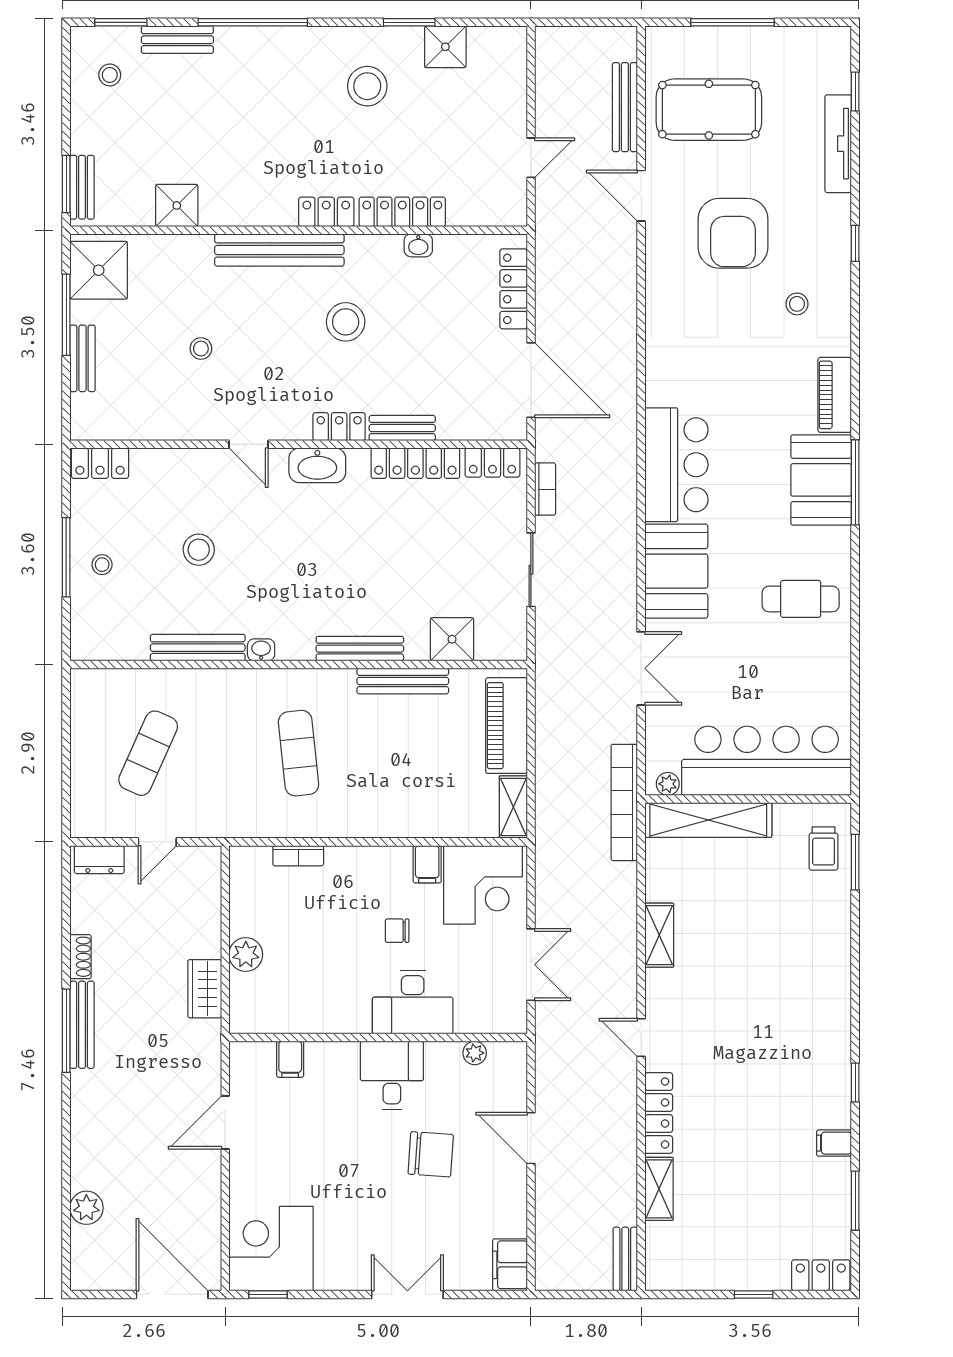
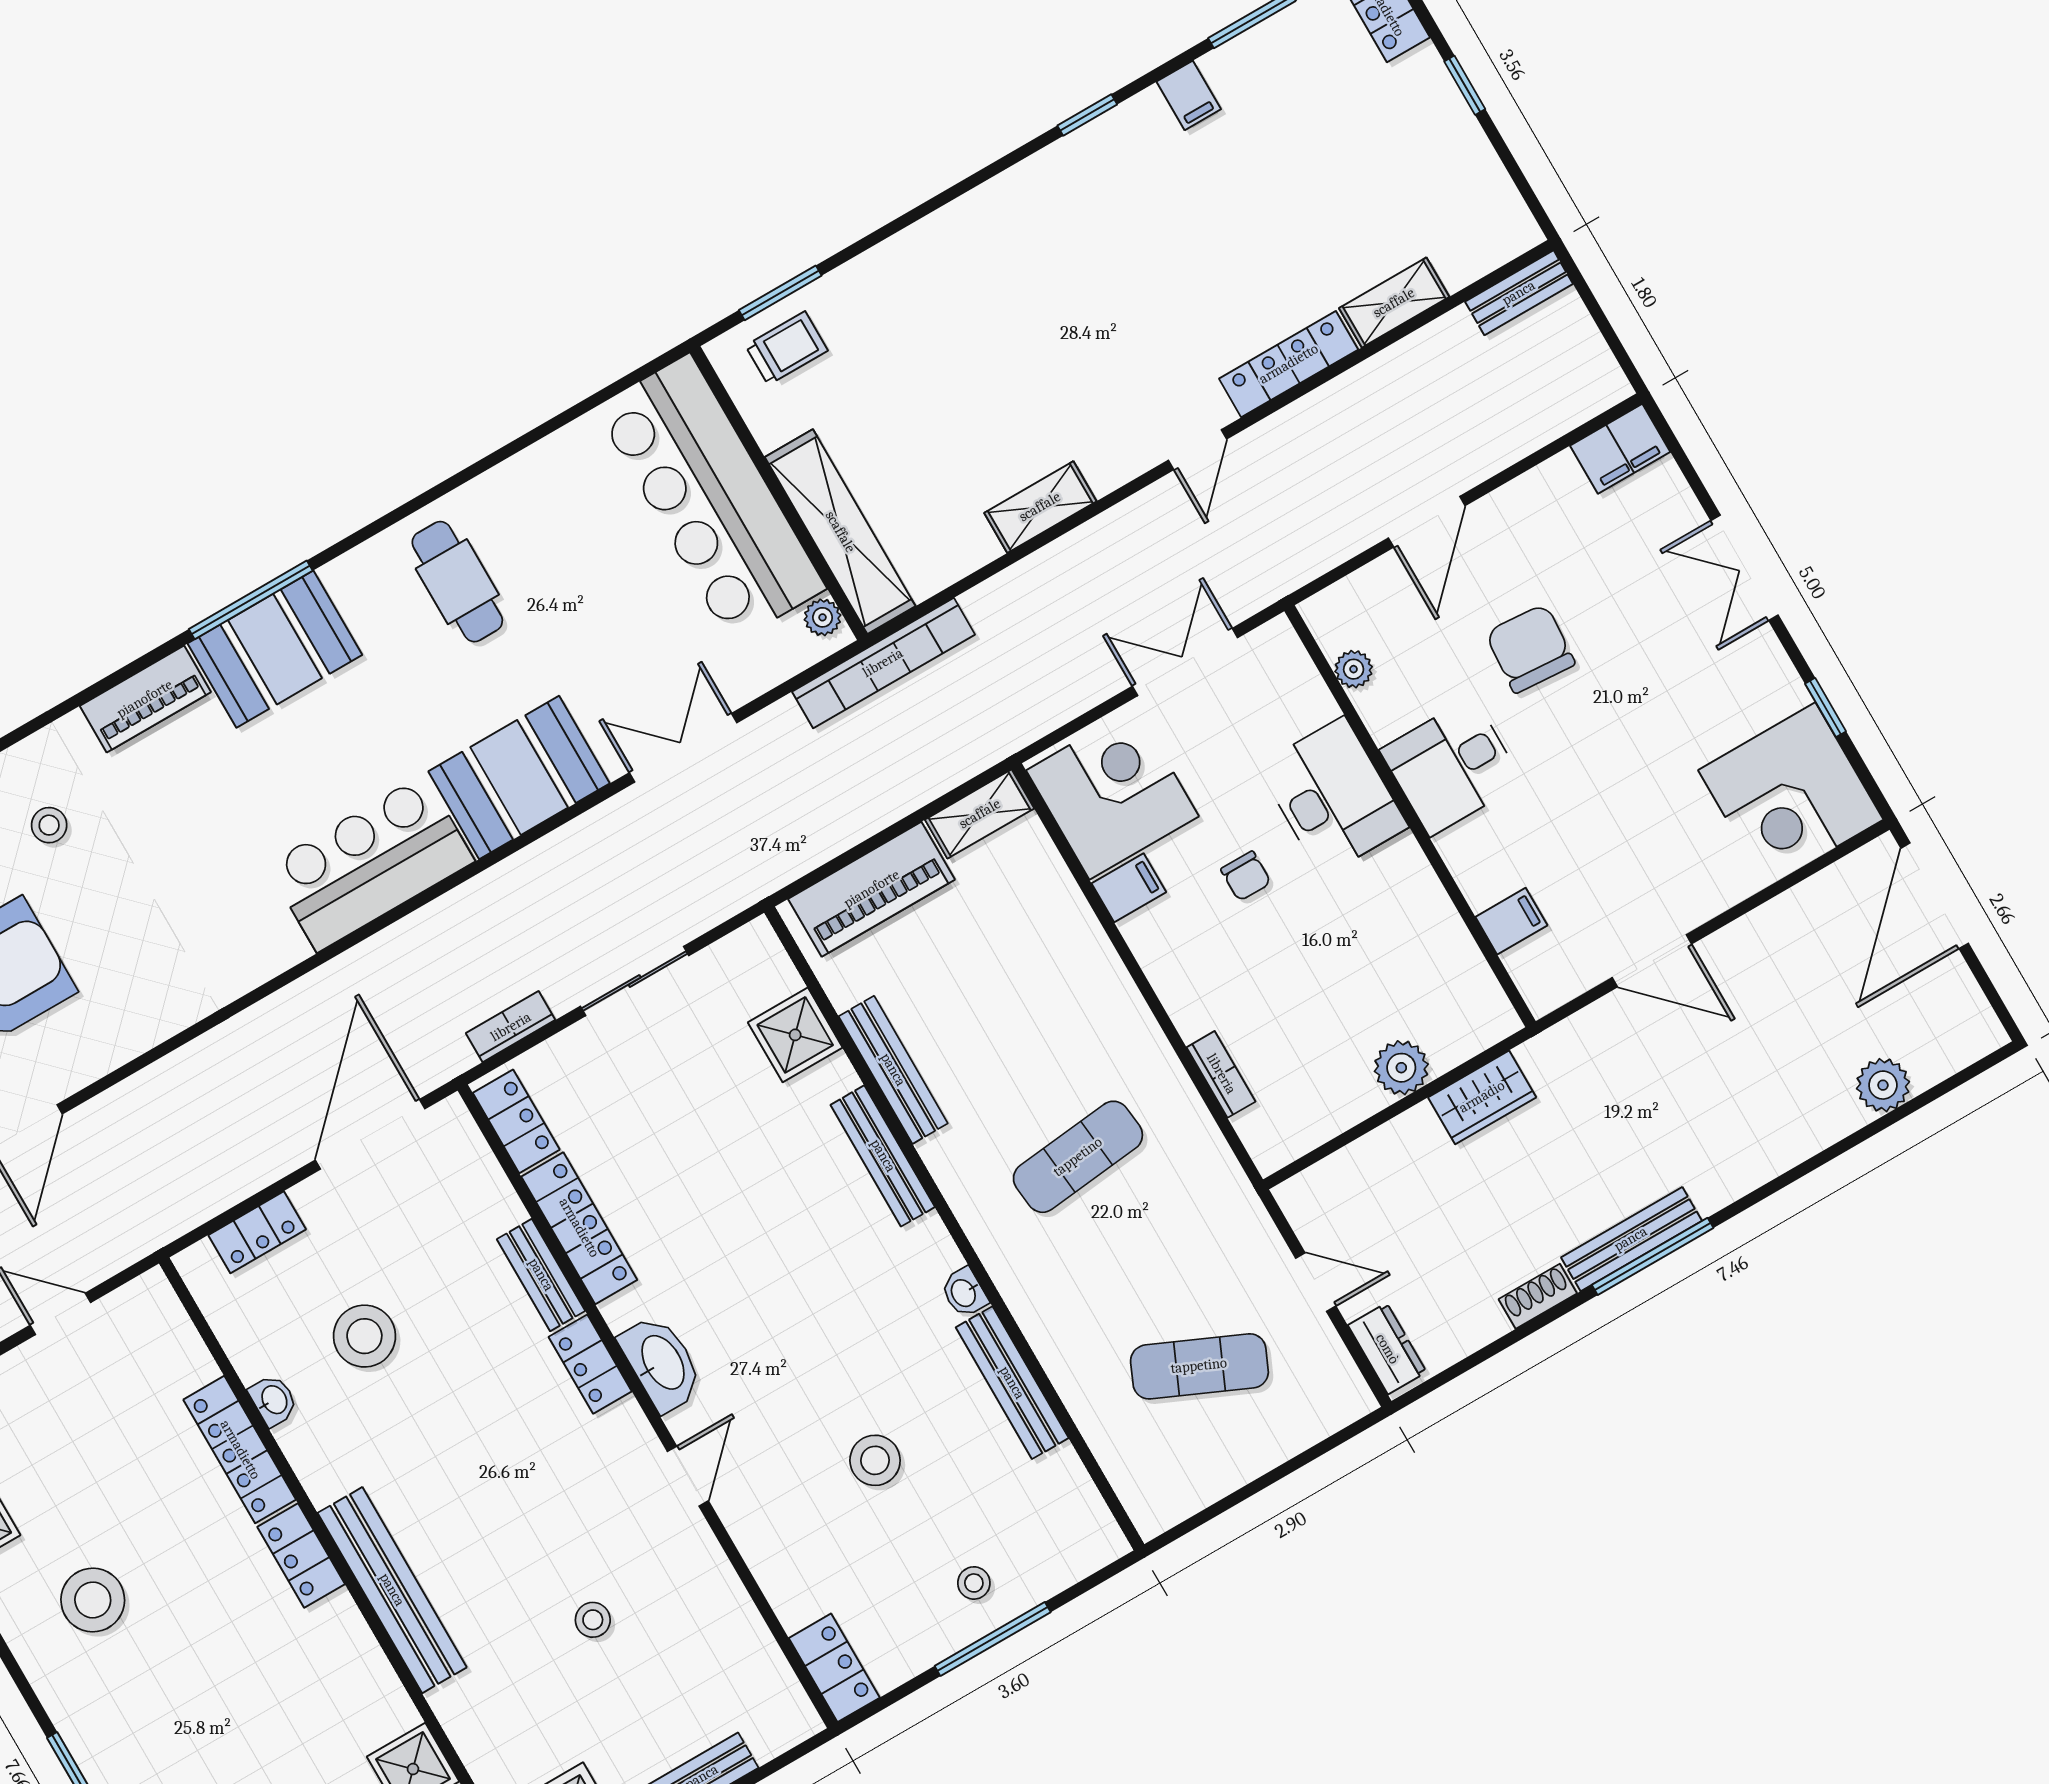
locker: (514, 289) -> (257, 1232), width x0.66
stool: (346, 322) -> (364, 1336), moved
window: (268, 1294) -> (1825, 707), moved

